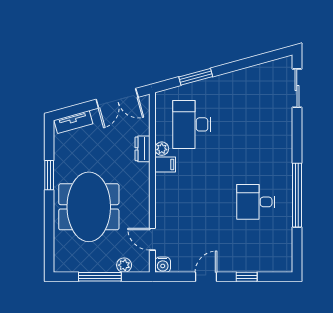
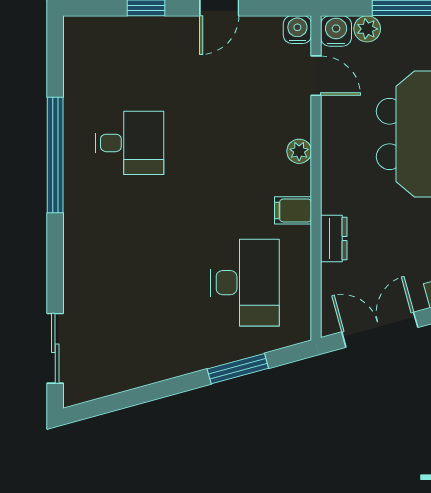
plant: (162, 149) -> (299, 151), moved
water cooler: (141, 264) -> (336, 31), added

